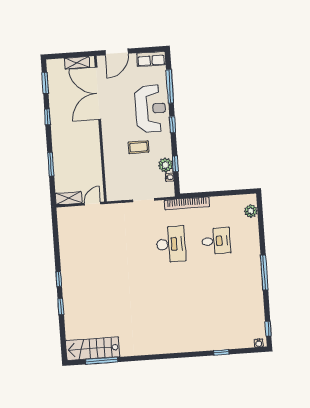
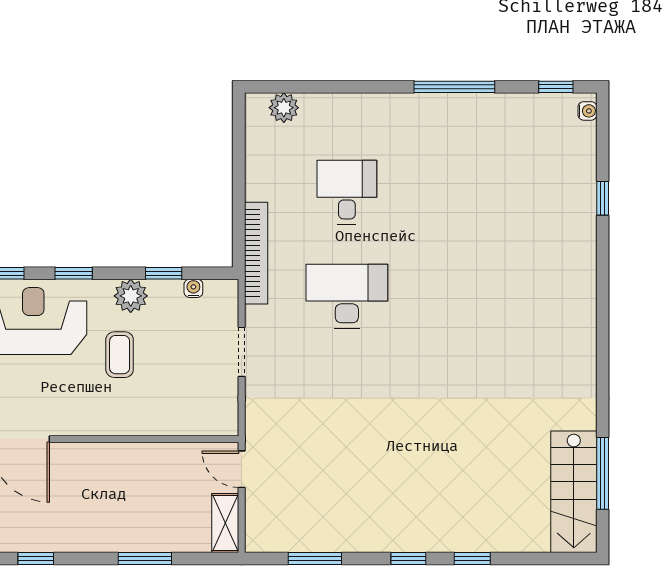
plant: (166, 165) -> (131, 296), moved
window: (56, 238) -> (315, 559), added
window: (264, 273) -> (454, 87), moved

